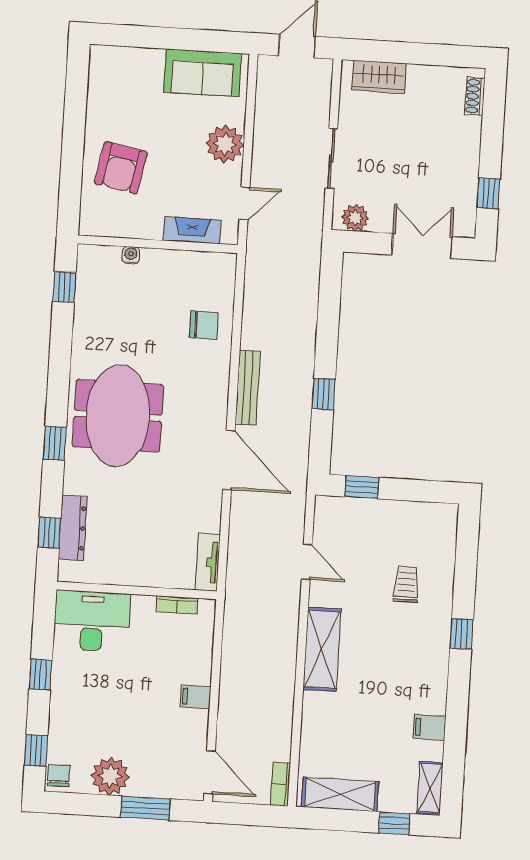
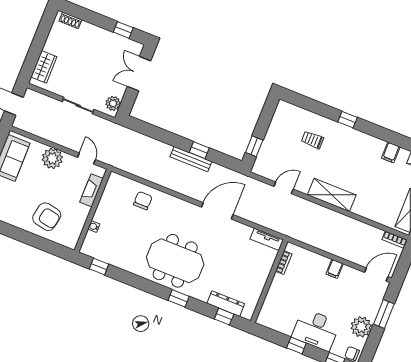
bench: (248, 388) -> (191, 159), moved
desk: (92, 621) -> (316, 330), moved, turned -90

